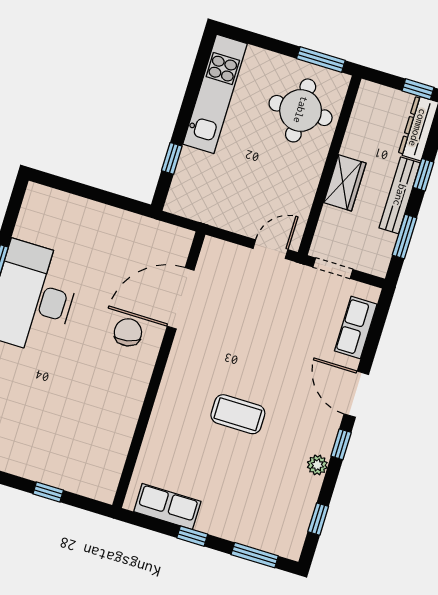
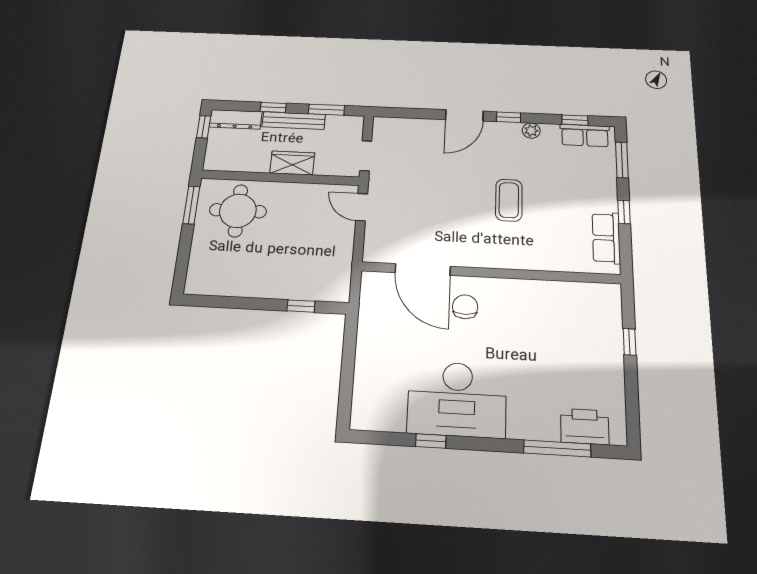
kitchen unit: (215, 94) -> (236, 283), removed
row of seats: (356, 328) -> (585, 135), moved
chair: (128, 332) -> (465, 307), turned 101

